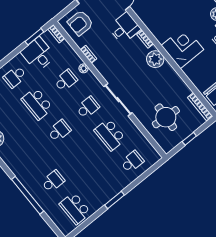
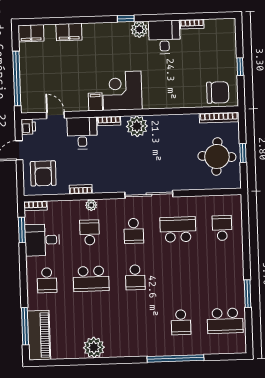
filing cabinet: (151, 21) -> (95, 102), added
corner desk: (182, 47) -> (122, 91), moved
school desk: (88, 108) -> (134, 231), turned 180
round table: (166, 117) -> (217, 156), moved
school desk: (59, 131) -> (135, 277), turned 180
school desk: (110, 135) -> (178, 229), turned 180
school desk: (53, 181) -> (181, 322), turned 180
window: (115, 200) -> (248, 294), moved

